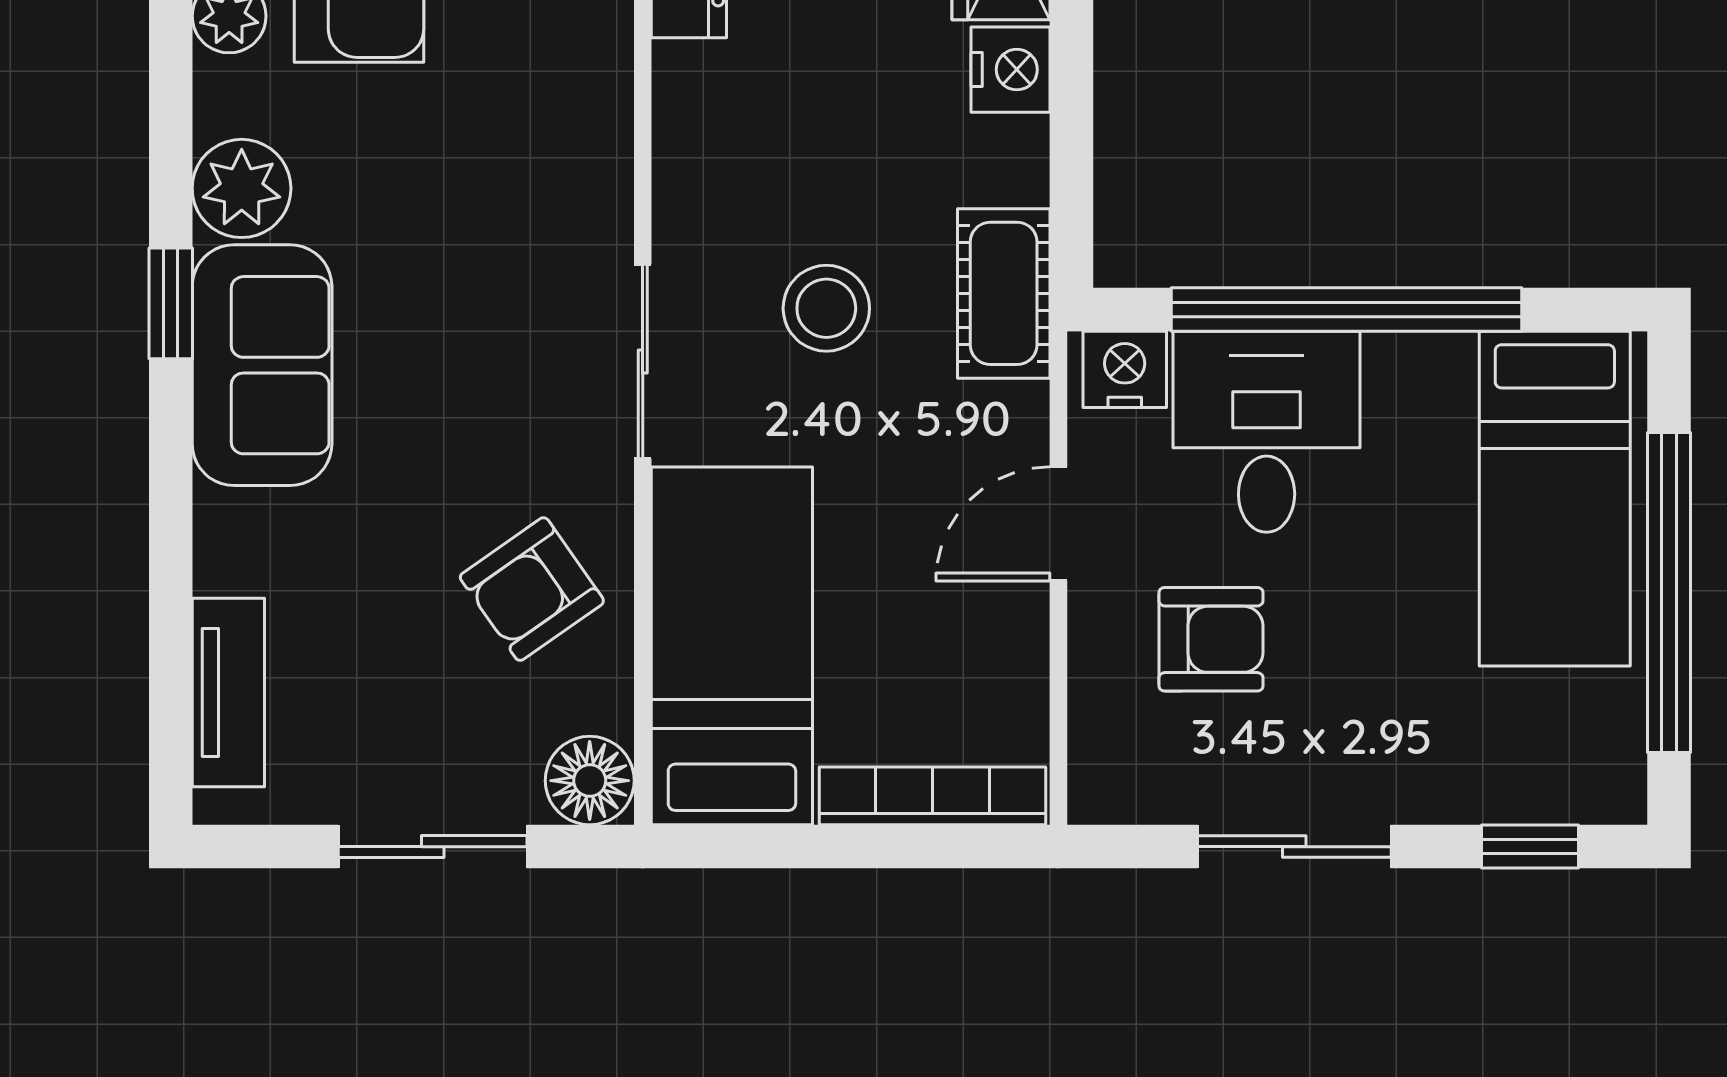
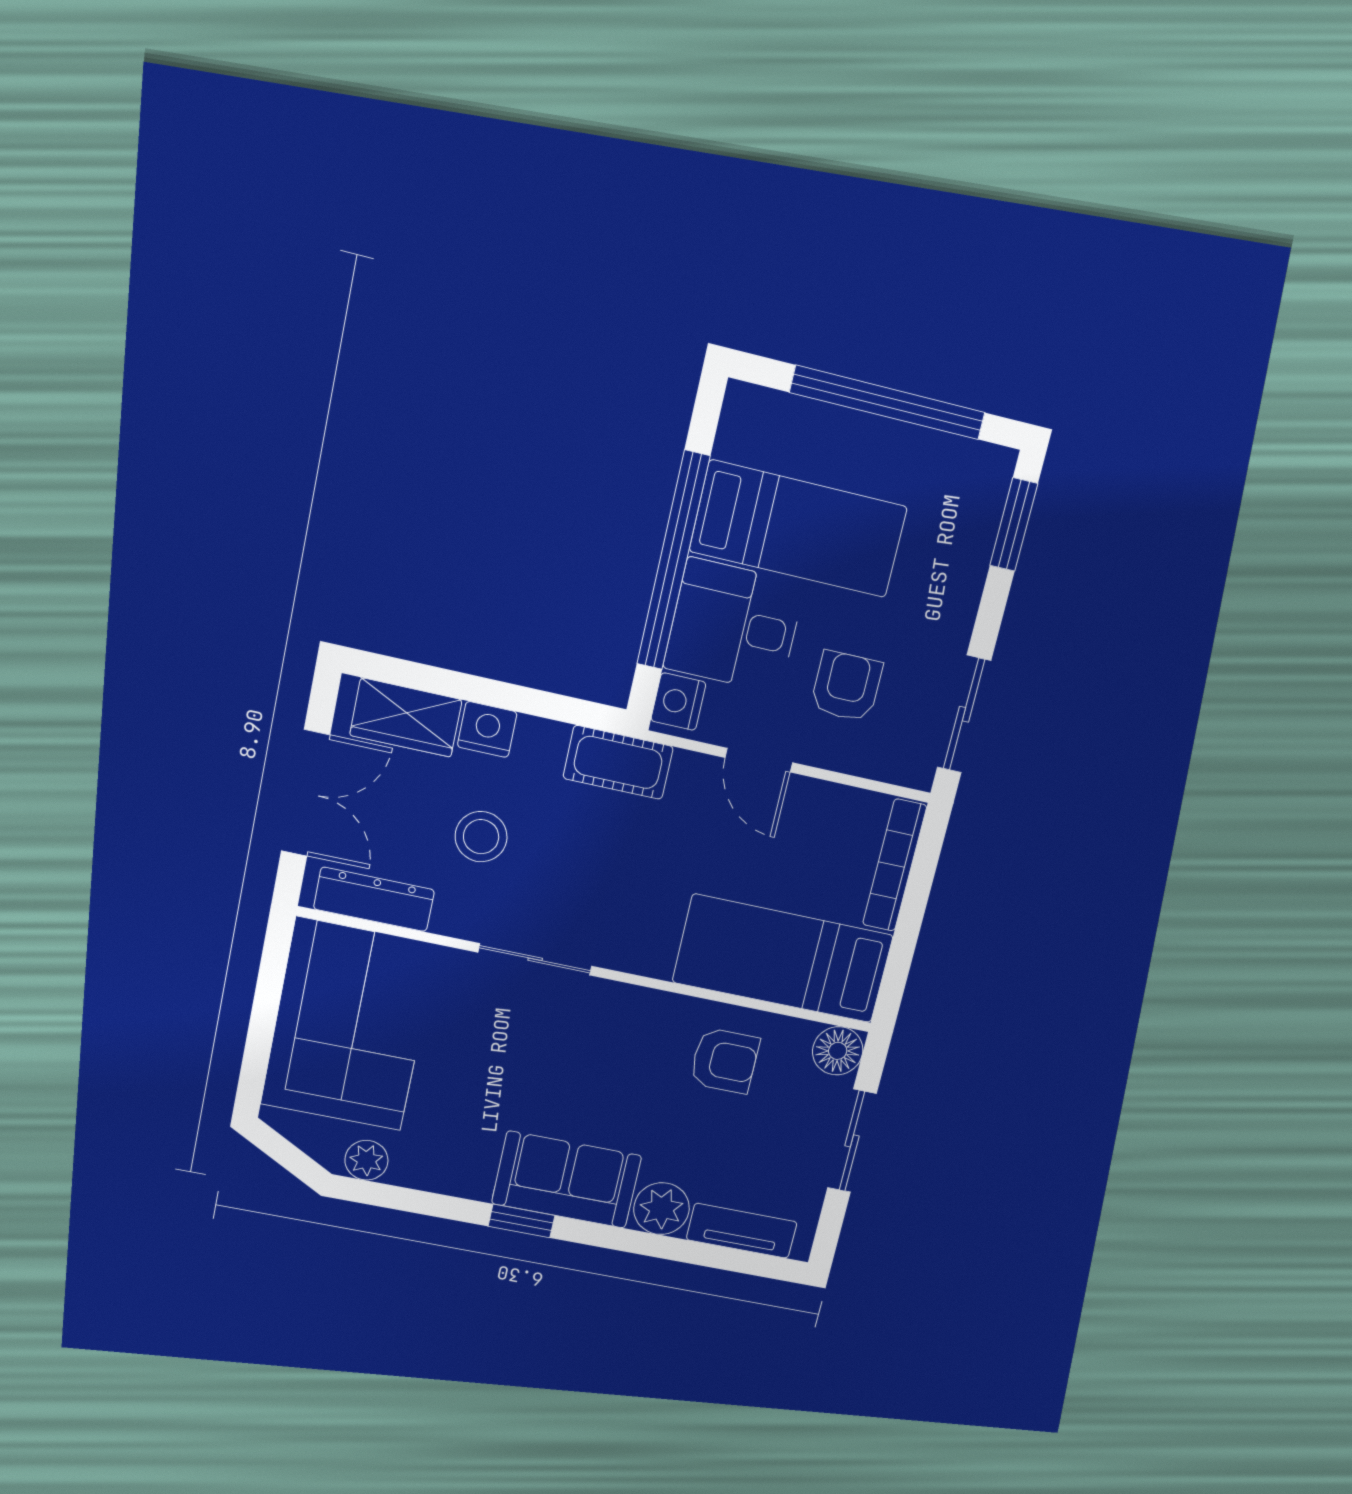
plant: (242, 188) -> (662, 1209), moved
stool: (826, 308) -> (481, 837), moved
sliding door: (643, 362) -> (535, 959), moved
bed: (1555, 499) -> (798, 529), moved
armchair: (532, 589) -> (725, 1061), turned -55
sliding door: (1294, 847) -> (964, 714), moved
window: (1530, 847) -> (1014, 525), width x1.50

